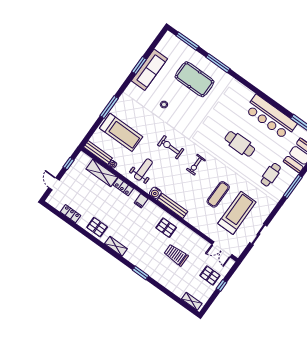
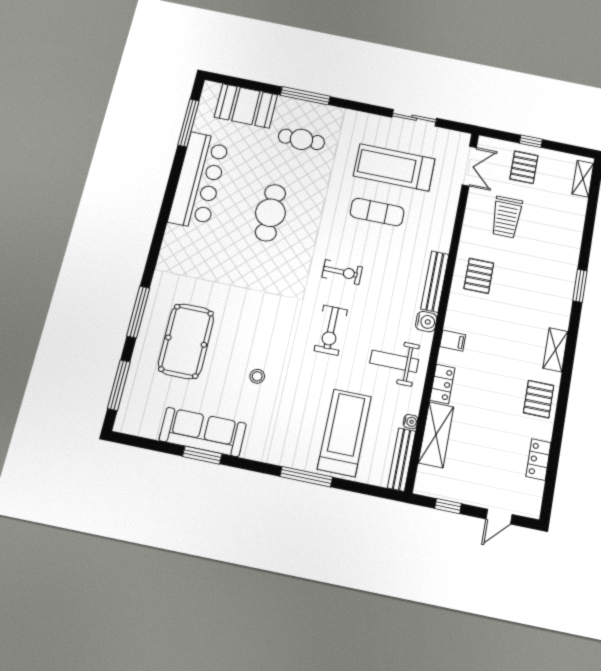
trolley: (176, 255) -> (506, 217), moved

